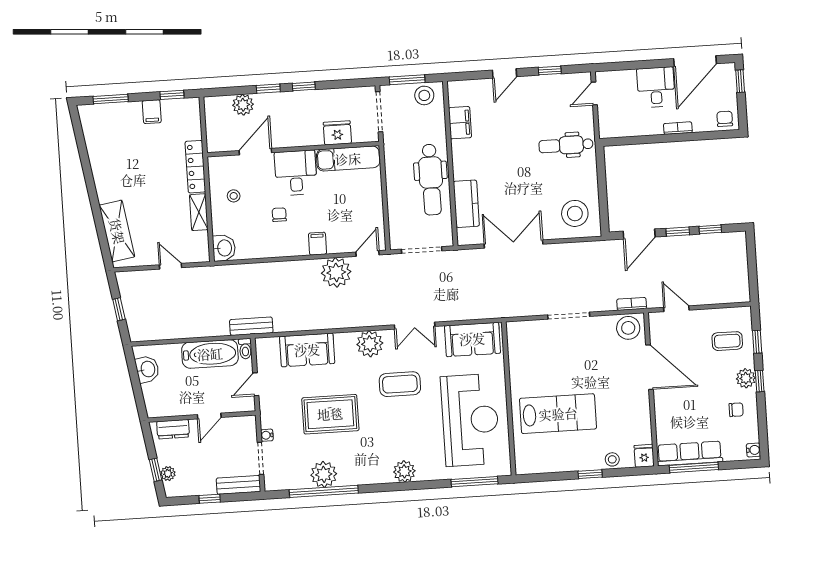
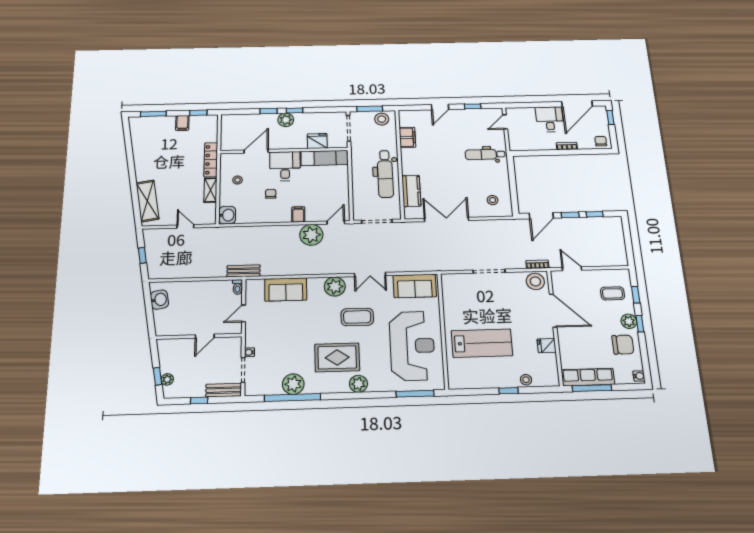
plant: (243, 105) -> (286, 120), moved
stool: (575, 213) -> (493, 200), width x0.53, depth x0.53
bathtub: (210, 354) -> (210, 290), removed
chair: (736, 410) -> (623, 345), width x1.87, depth x1.87
rug: (330, 414) -> (337, 357), moved
dresser: (173, 429) -> (175, 345), removed
fridge: (644, 456) -> (547, 346), moved, turned -90

